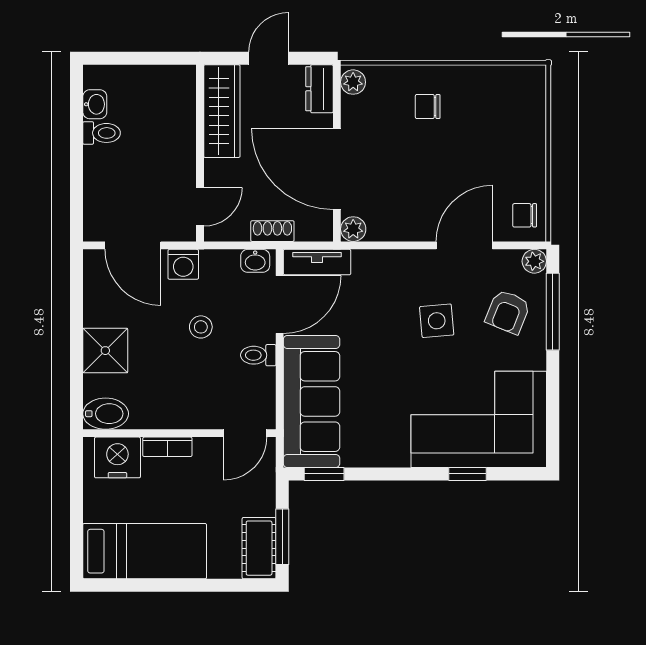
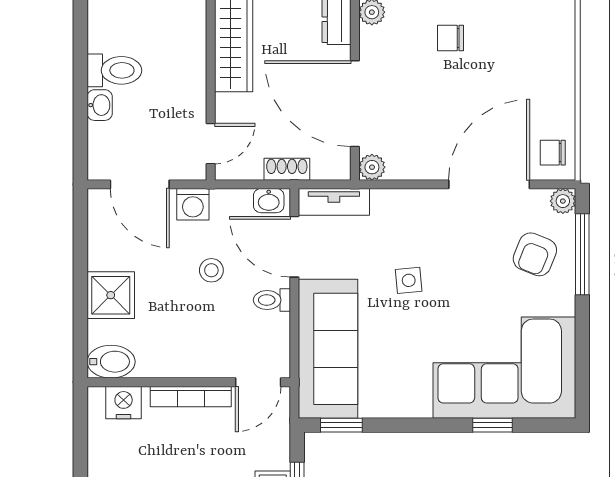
washbasin: (95, 104) -> (100, 105), moved
toilet: (102, 133) -> (114, 70), width x1.37, depth x1.39
door: (464, 245) -> (489, 184), width x1.36
door: (280, 305) -> (294, 247), swing flipped
side table: (437, 321) -> (409, 280), moved, width x0.73, depth x0.73
bookcase: (167, 447) -> (191, 397), width x1.56
nightstand: (117, 457) -> (124, 403), width x0.74, depth x0.75

